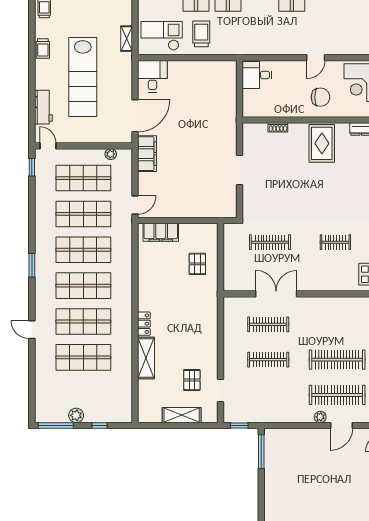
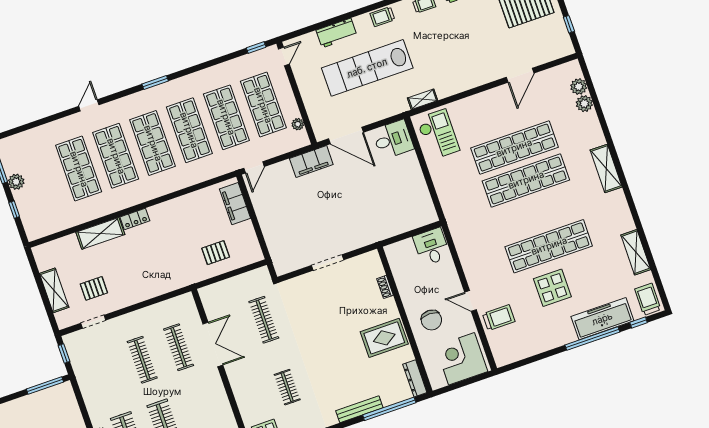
trolley: (201, 34) -> (499, 318), moved
workbench: (43, 107) -> (336, 33), moved
door: (135, 205) -> (254, 167), hinge flipped

